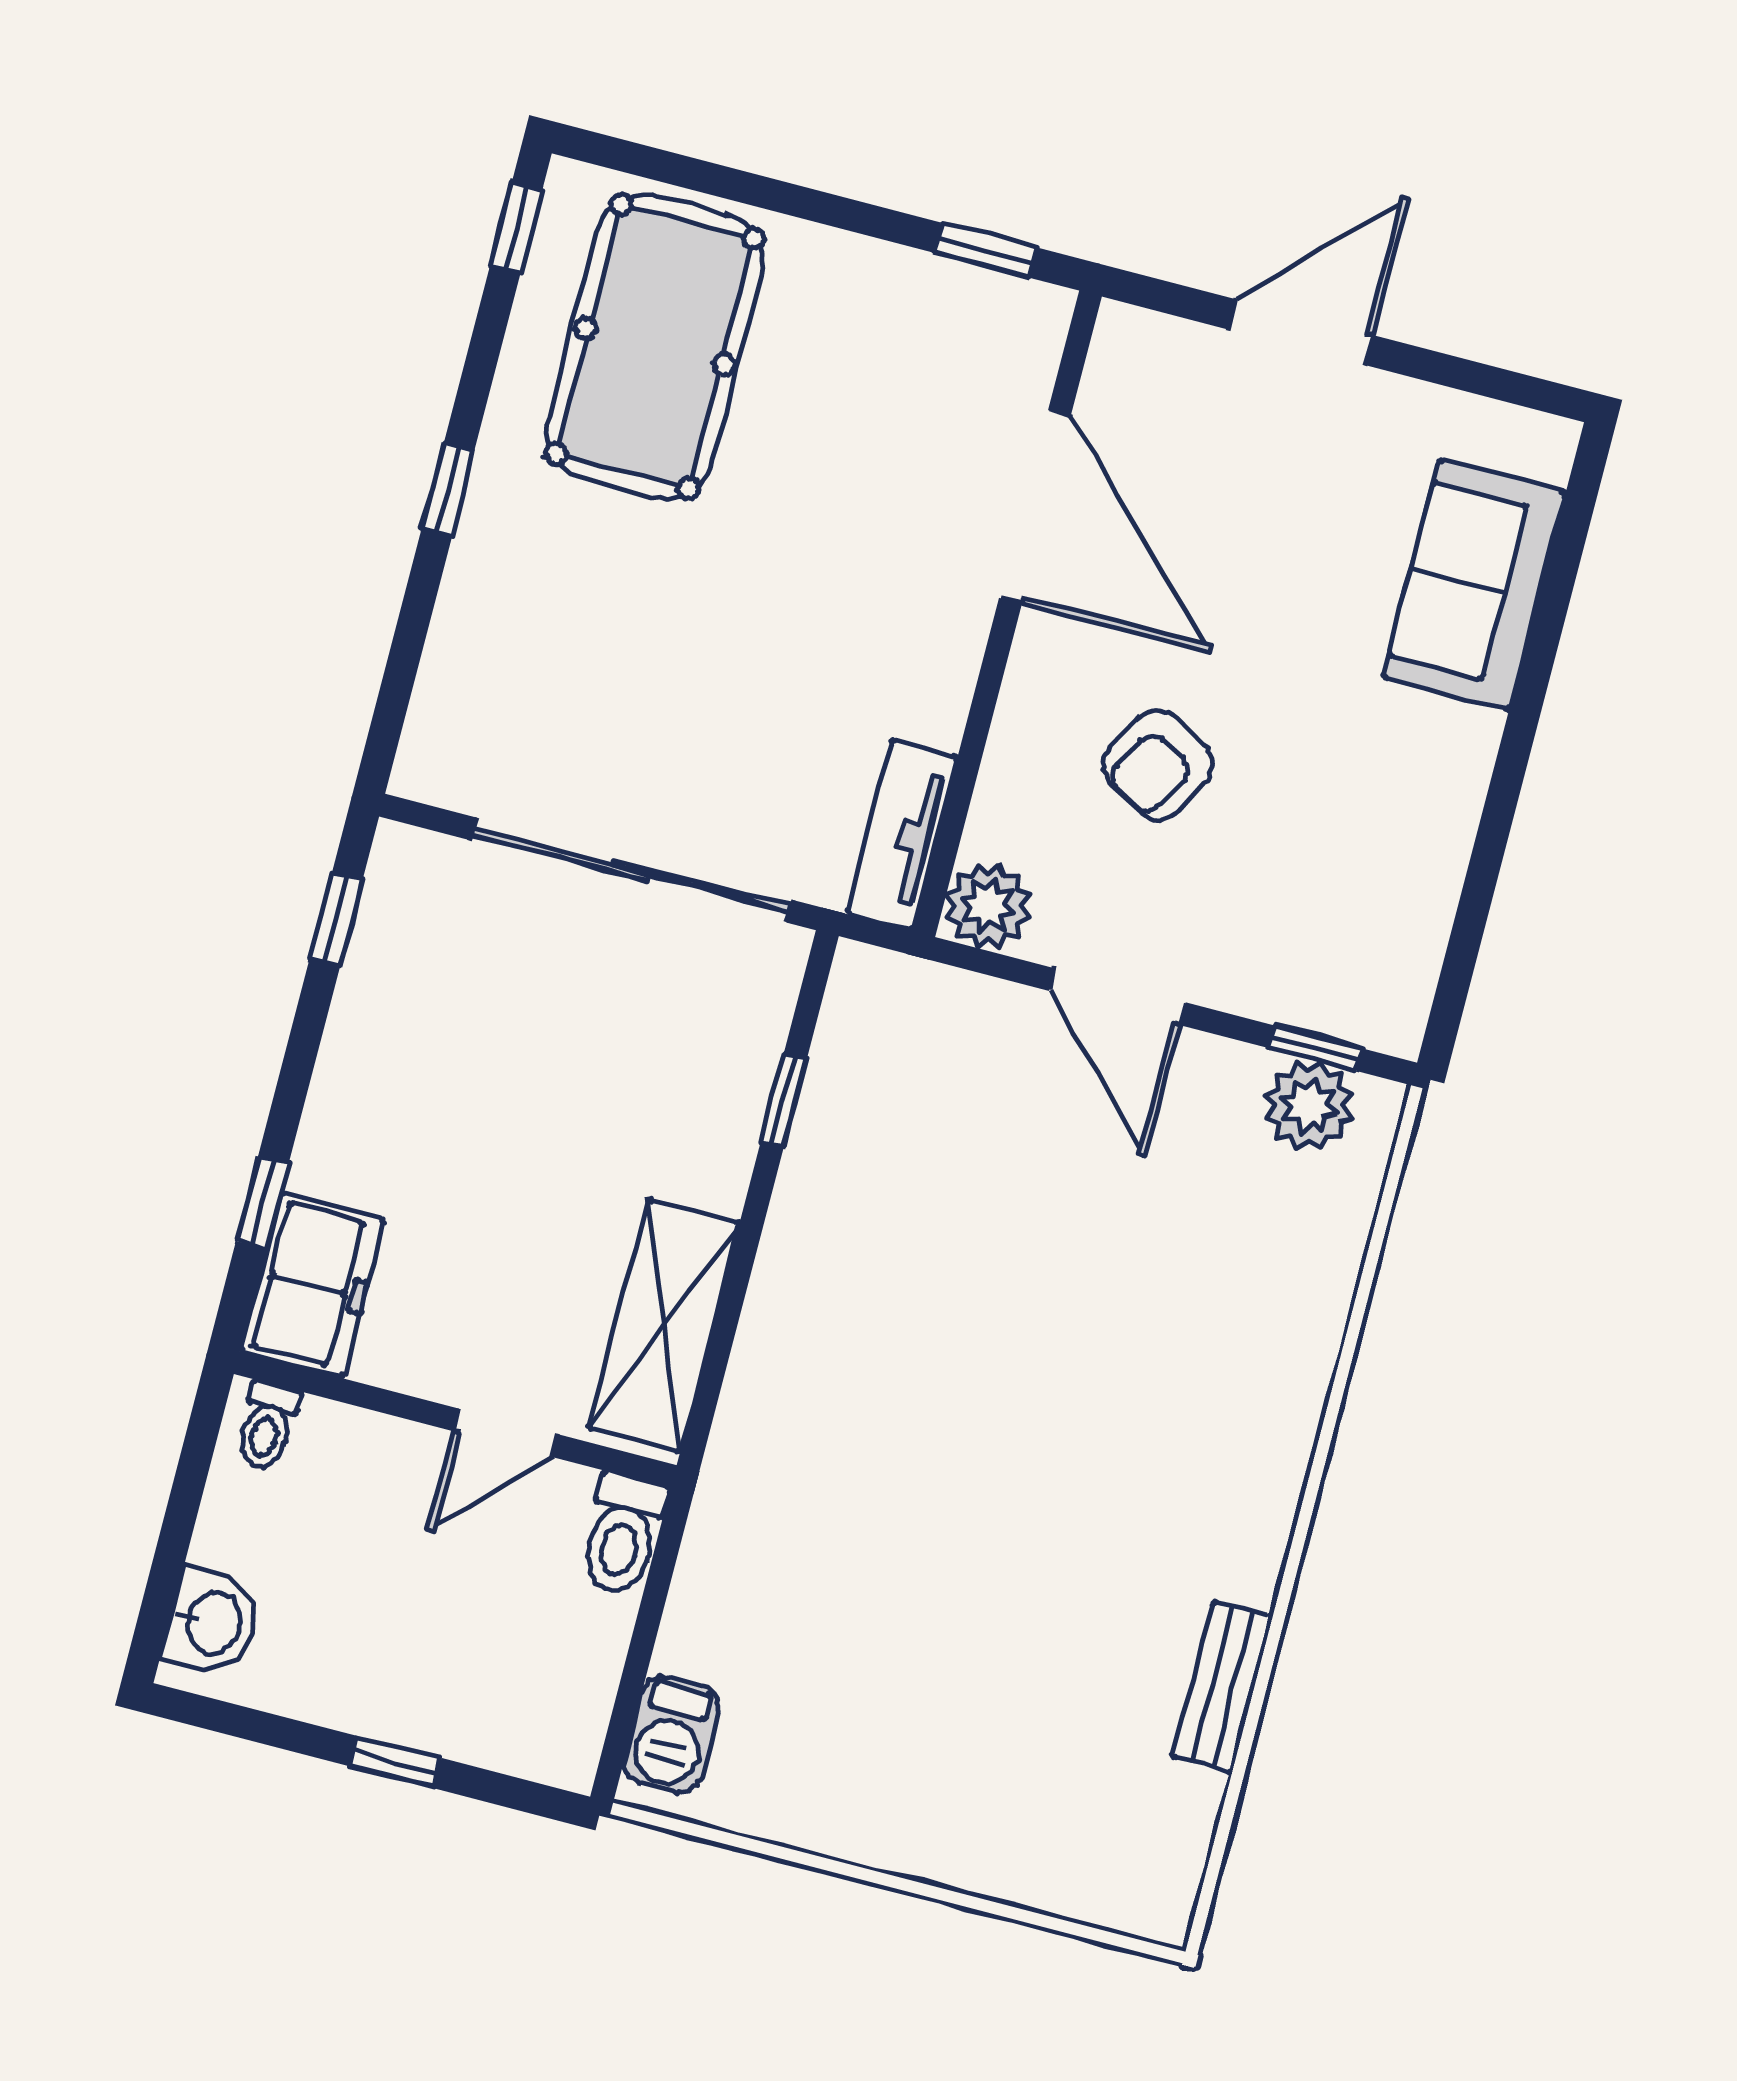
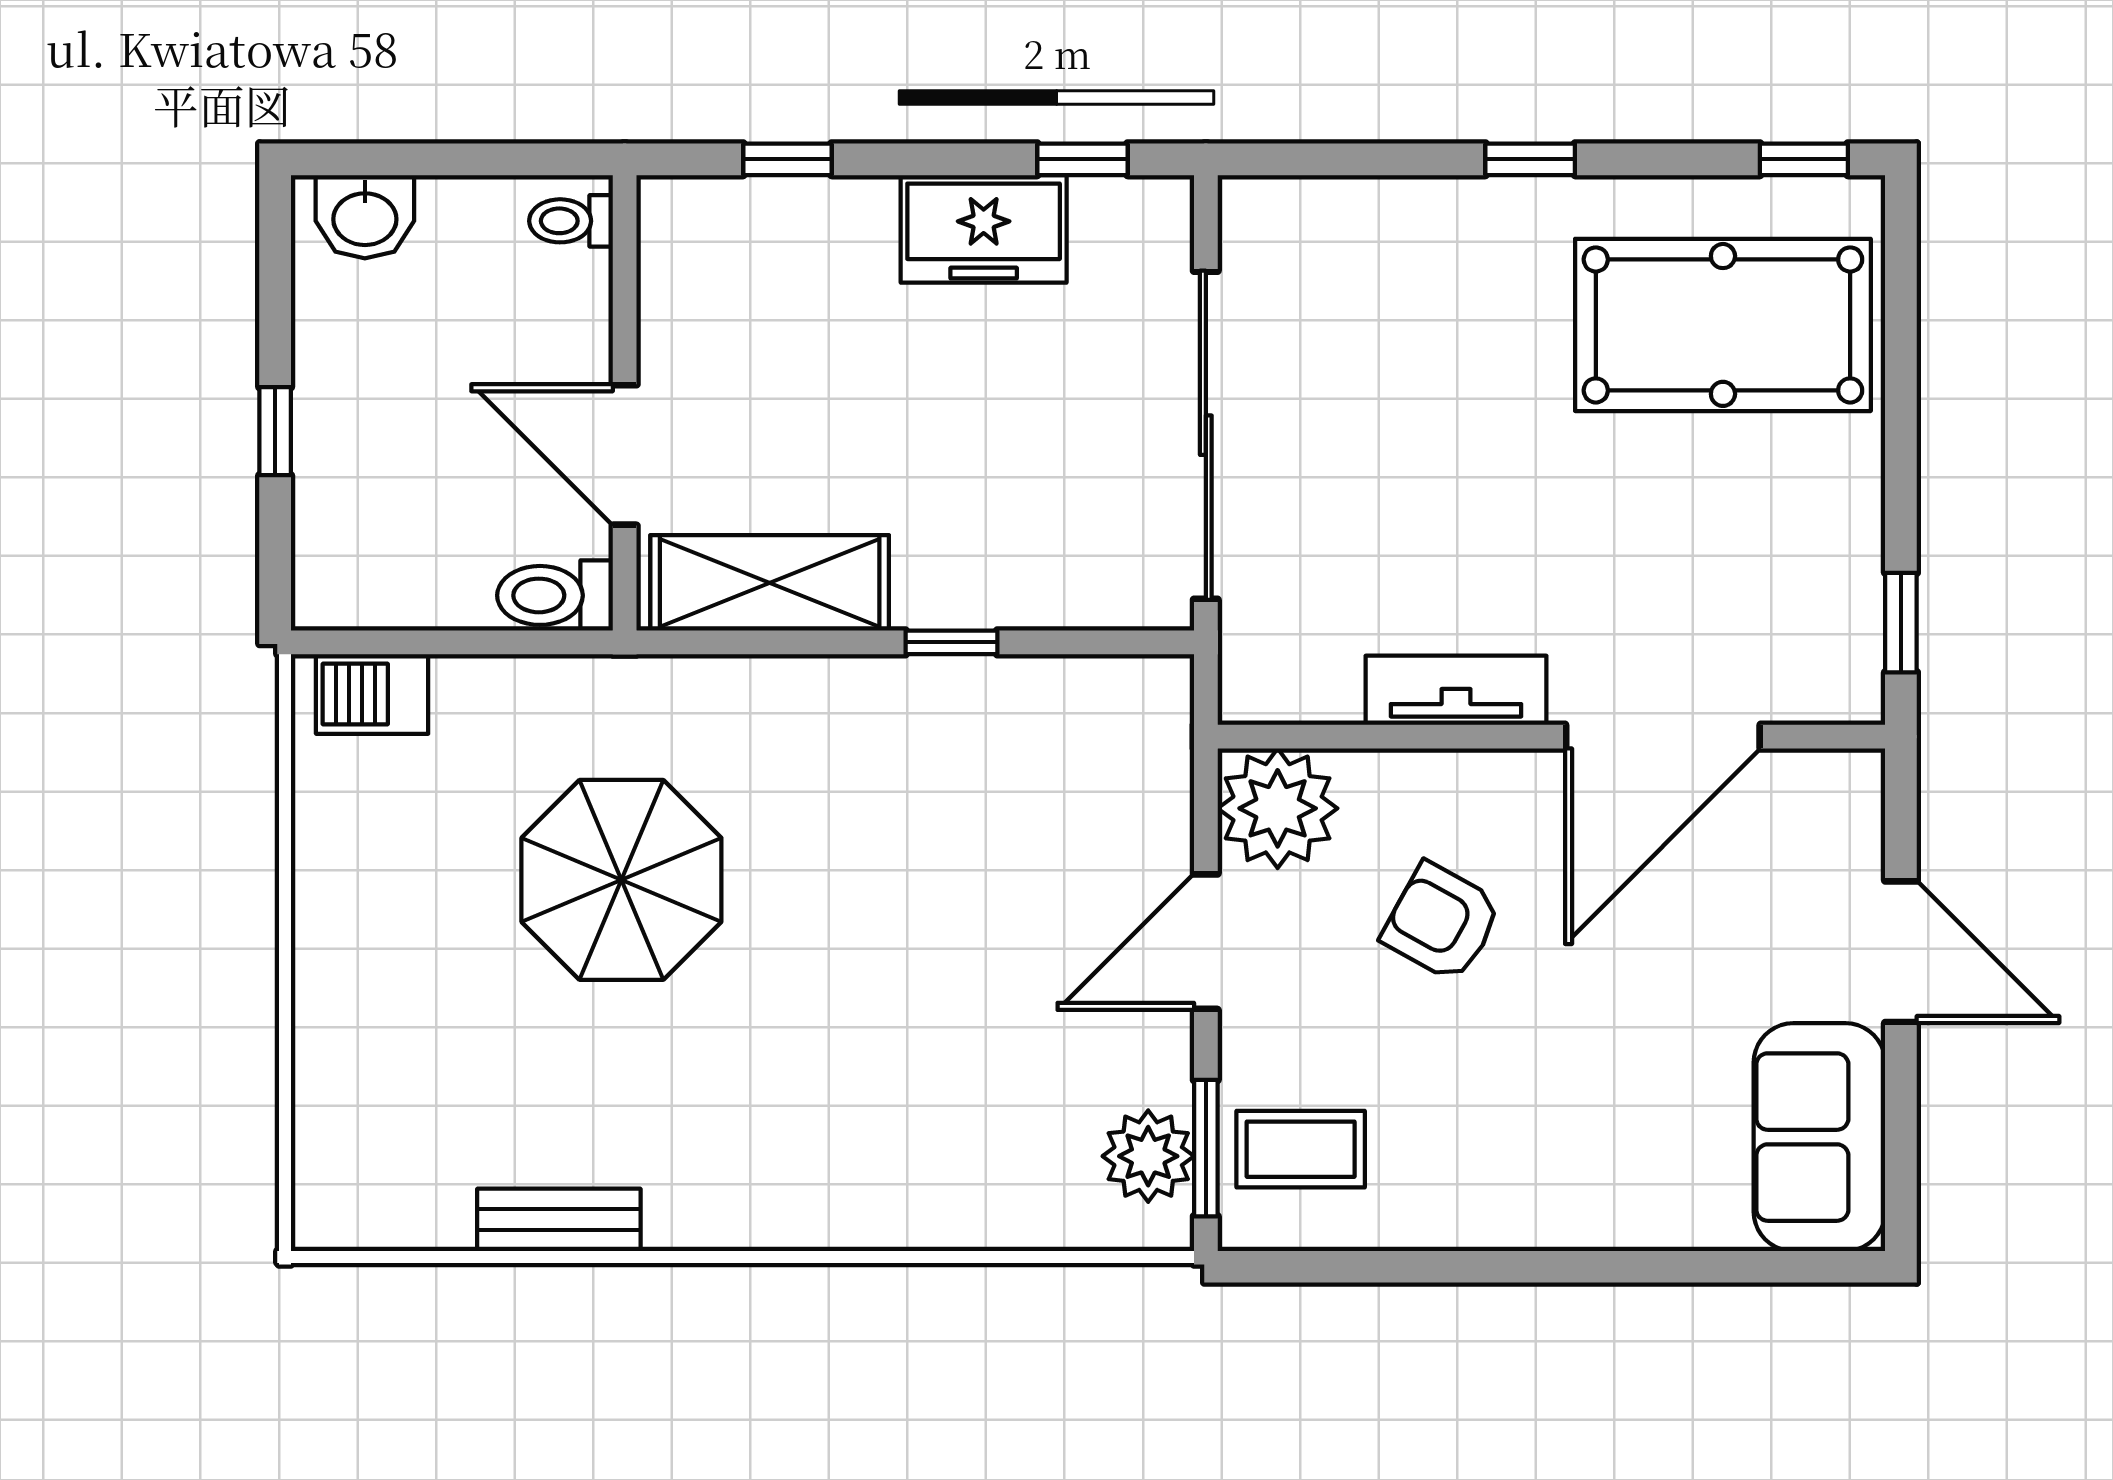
sofa: (1474, 585) -> (1819, 1137), moved, turned -90
tv unit: (902, 835) -> (1456, 690), moved
plant: (988, 906) -> (1278, 808), width x1.36, depth x1.36
coffee table: (1340, 958) -> (1301, 1149), added
window: (1316, 1048) -> (1206, 1148), width x1.50
window: (784, 1100) -> (951, 642), moved
freezer: (312, 1285) -> (984, 229), moved
door: (505, 1433) -> (625, 455), width x1.38
parasol: (912, 1542) -> (621, 880), added

